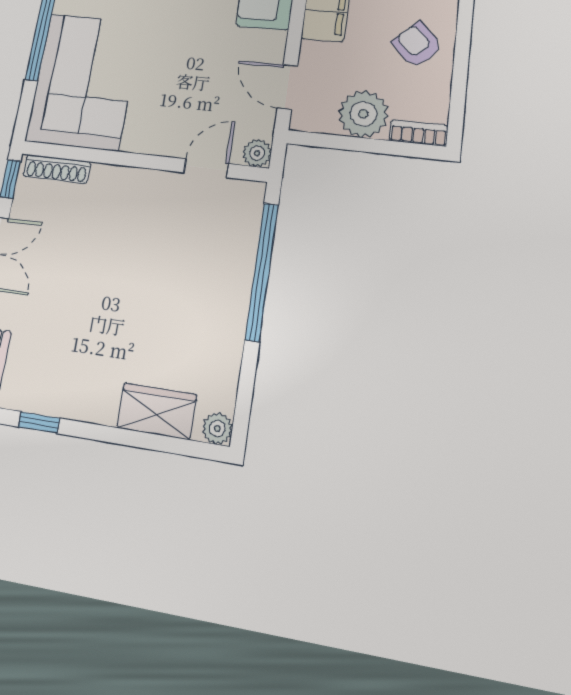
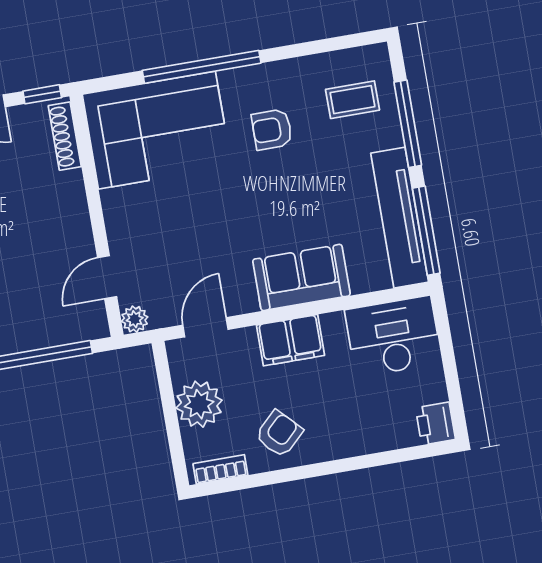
bookcase: (419, 133) -> (220, 469), moved, turned -90
door: (206, 168) -> (107, 277), swing flipped

